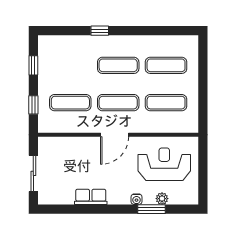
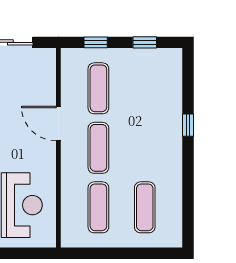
exercise mat: (118, 65) -> (145, 148), removed
door: (115, 135) -> (58, 124), moved

